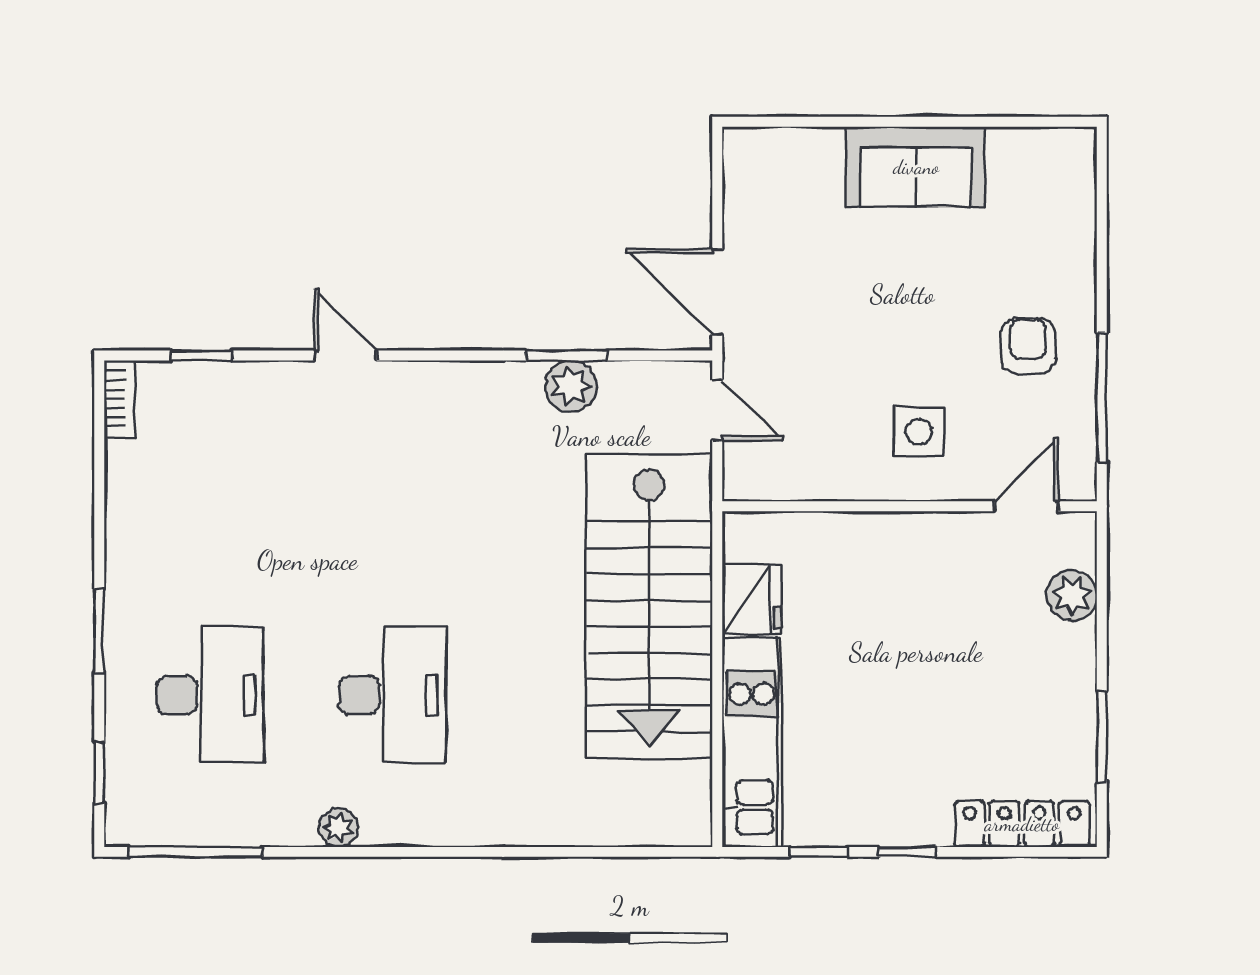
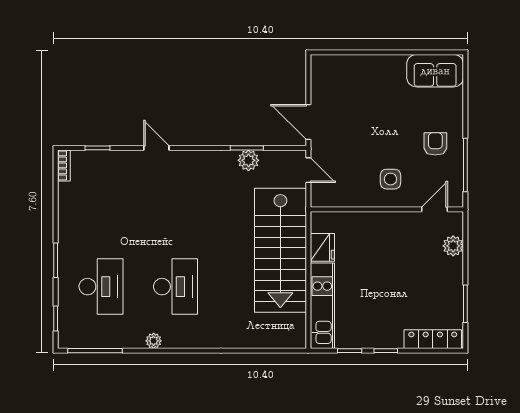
sofa: (916, 167) -> (435, 71), moved

